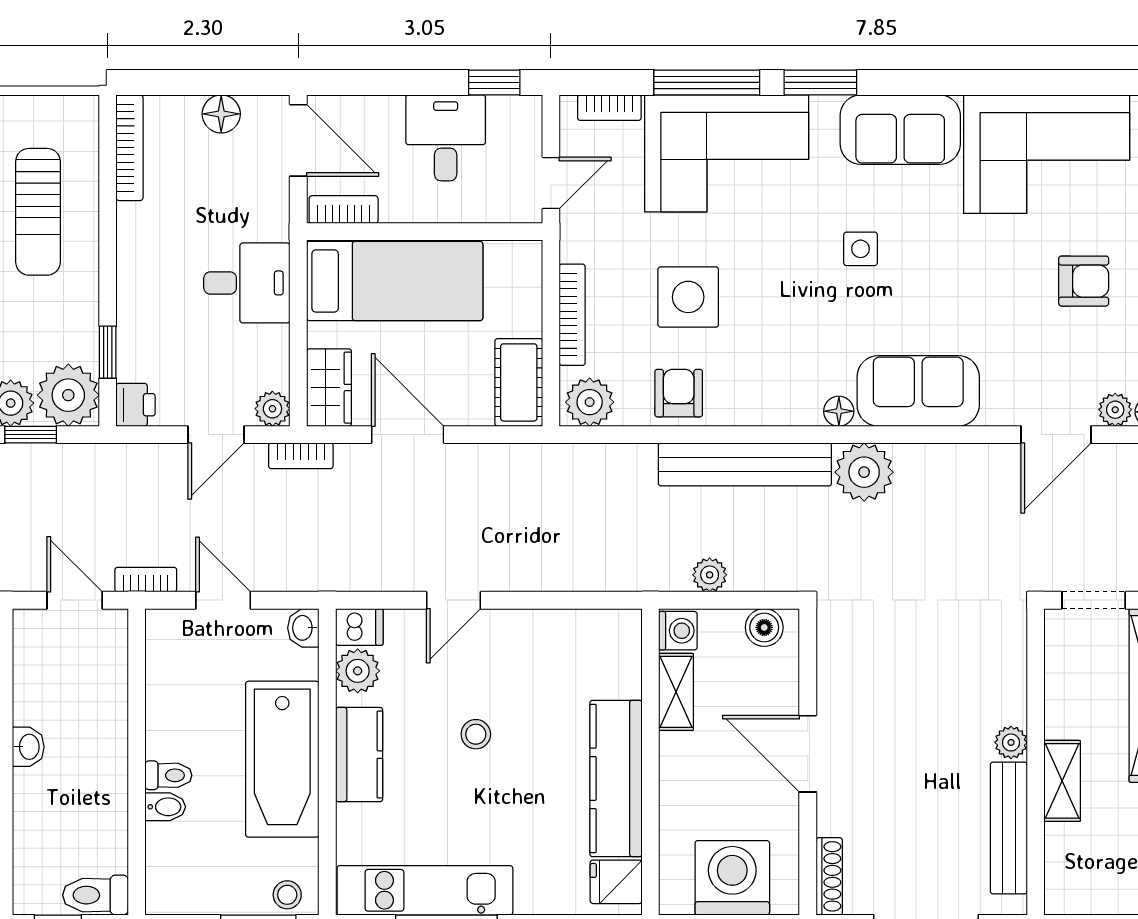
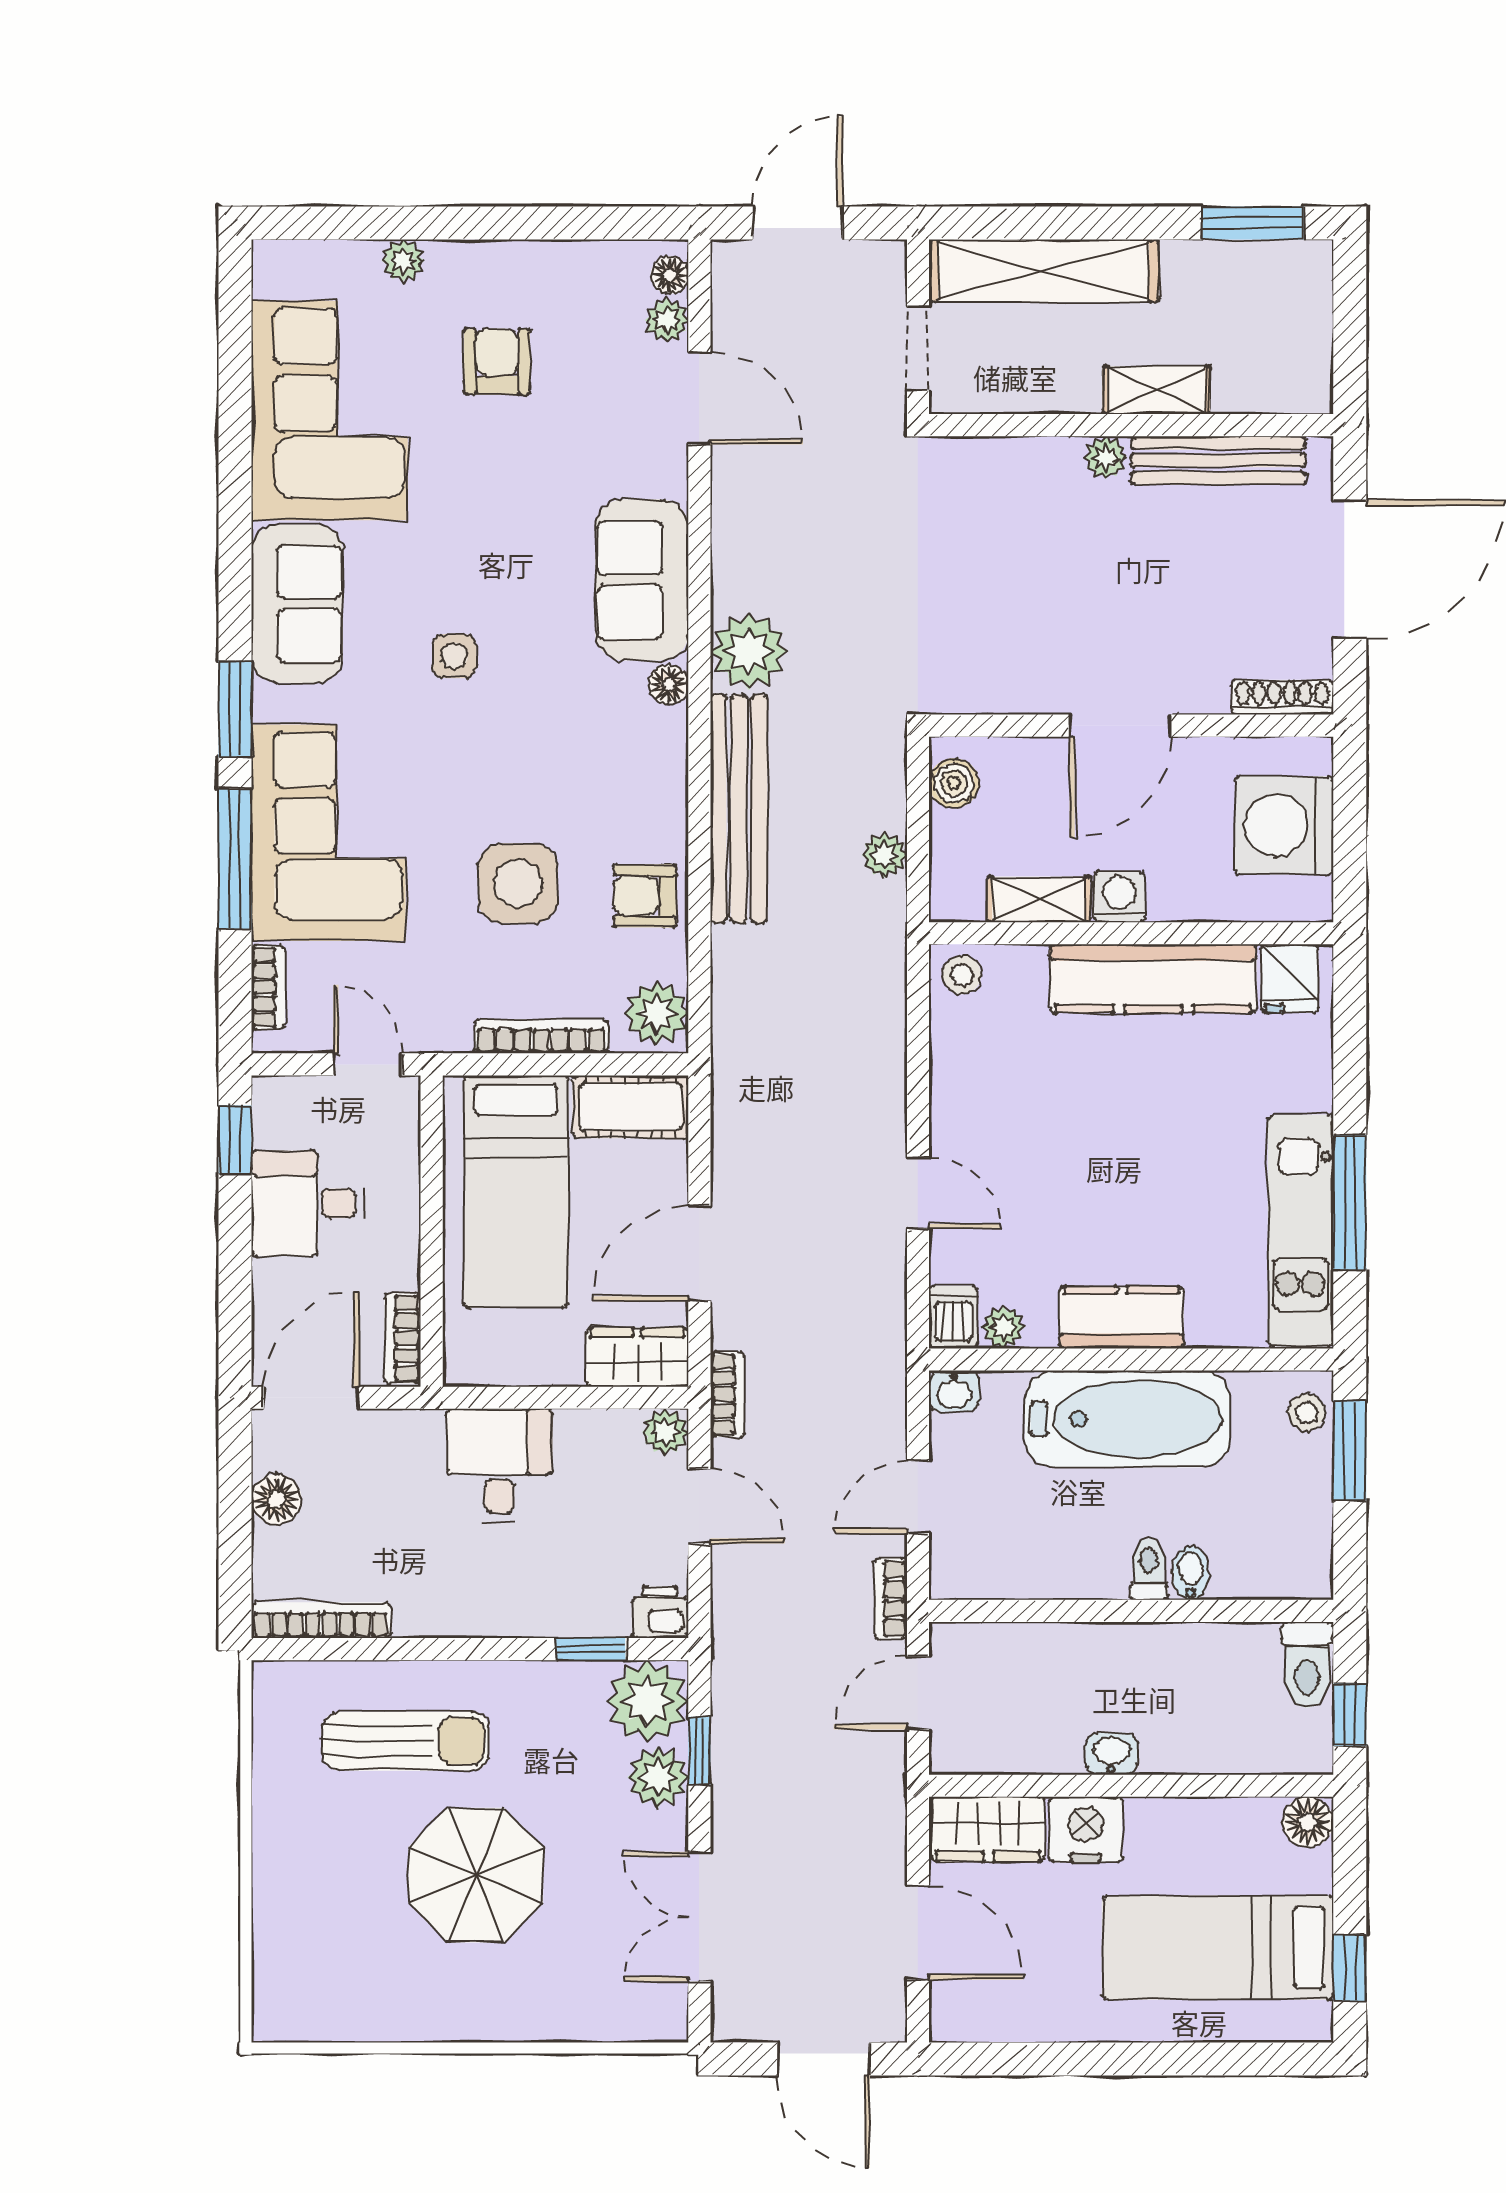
bed: (395, 281) -> (516, 1192), moved, turned 180
washing machine: (678, 631) -> (1120, 897), moved
plant: (358, 671) -> (1003, 1327), width x0.73, depth x0.73
stool: (476, 734) -> (962, 975), moved

